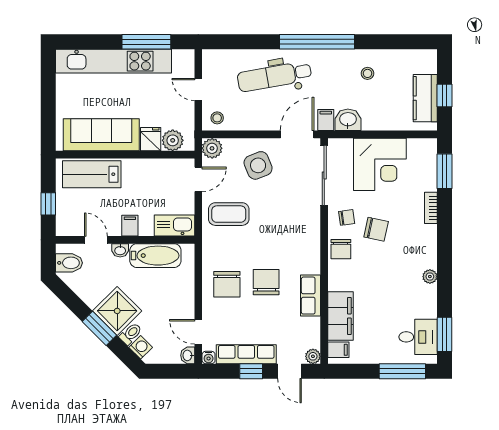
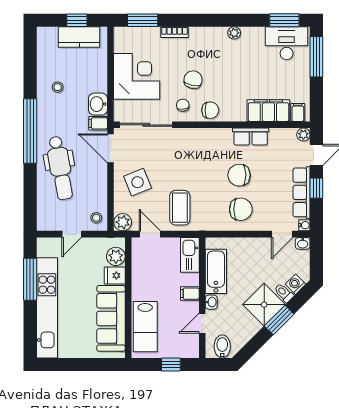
desk: (418, 337) -> (287, 43), width x1.37

